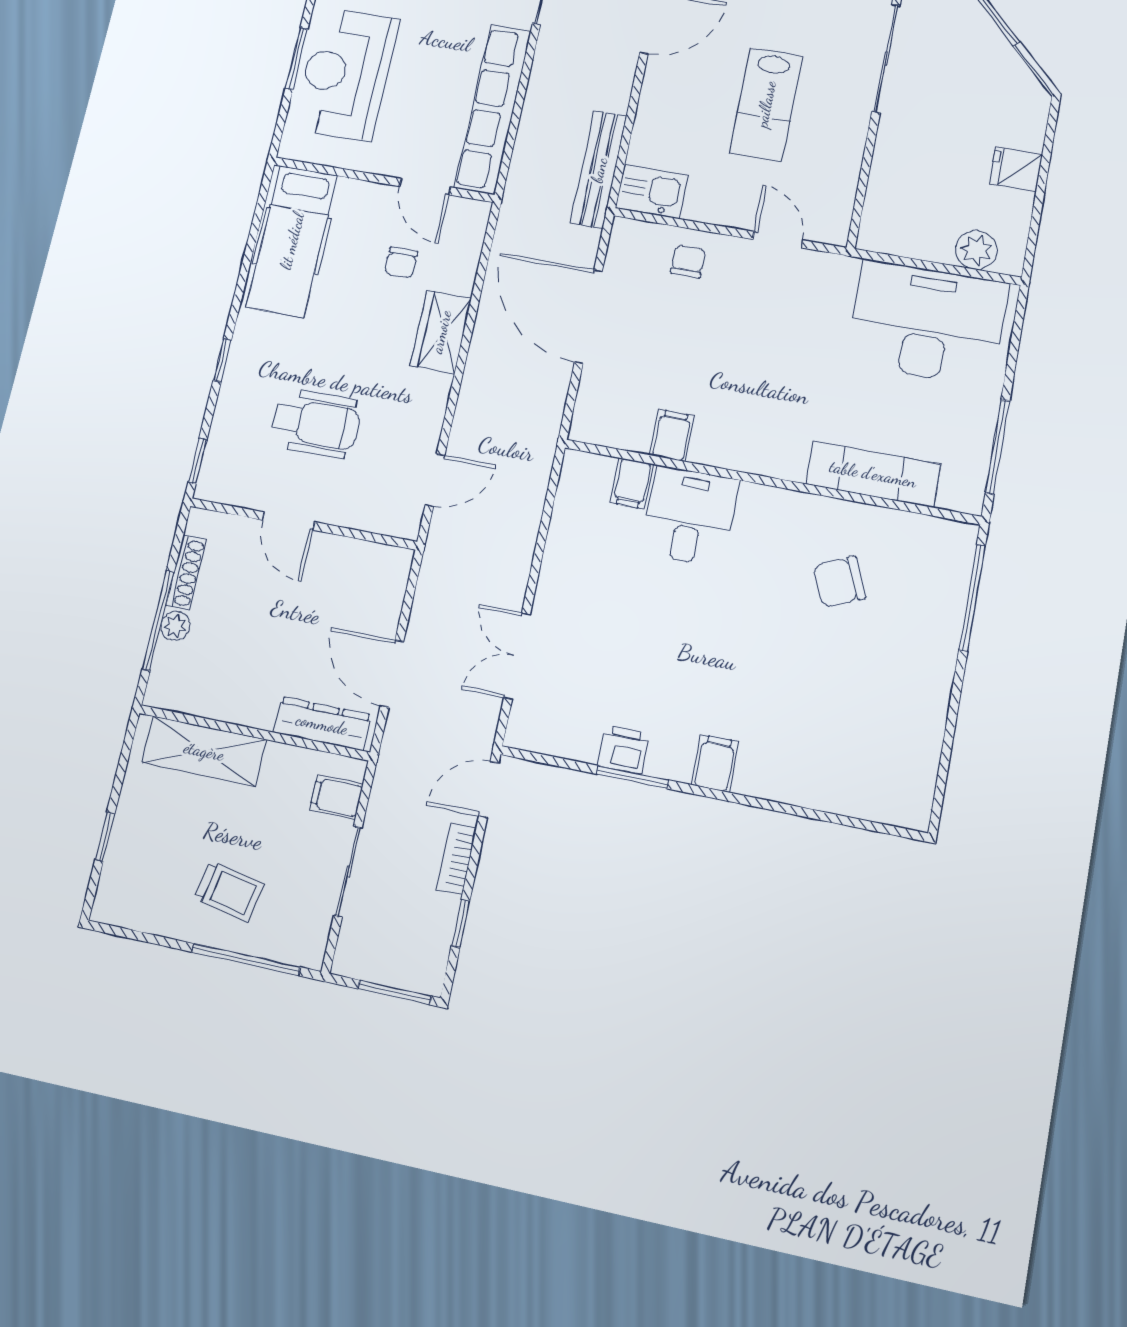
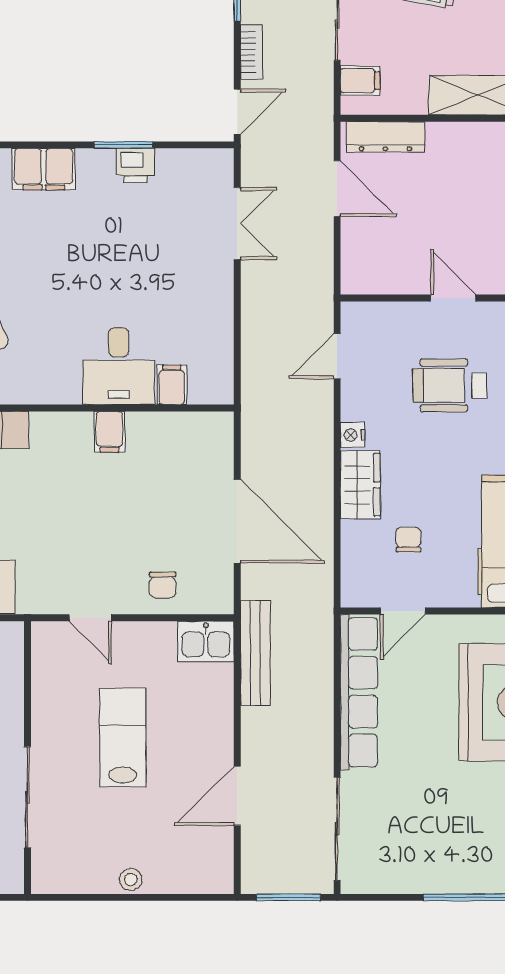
door: (425, 187) -> (403, 611), swing flipped
nightstand: (437, 388) -> (353, 435), added
filing cabinet: (672, 435) -> (109, 432), moved
filing cabinet: (715, 763) -> (44, 169), width x2.00

